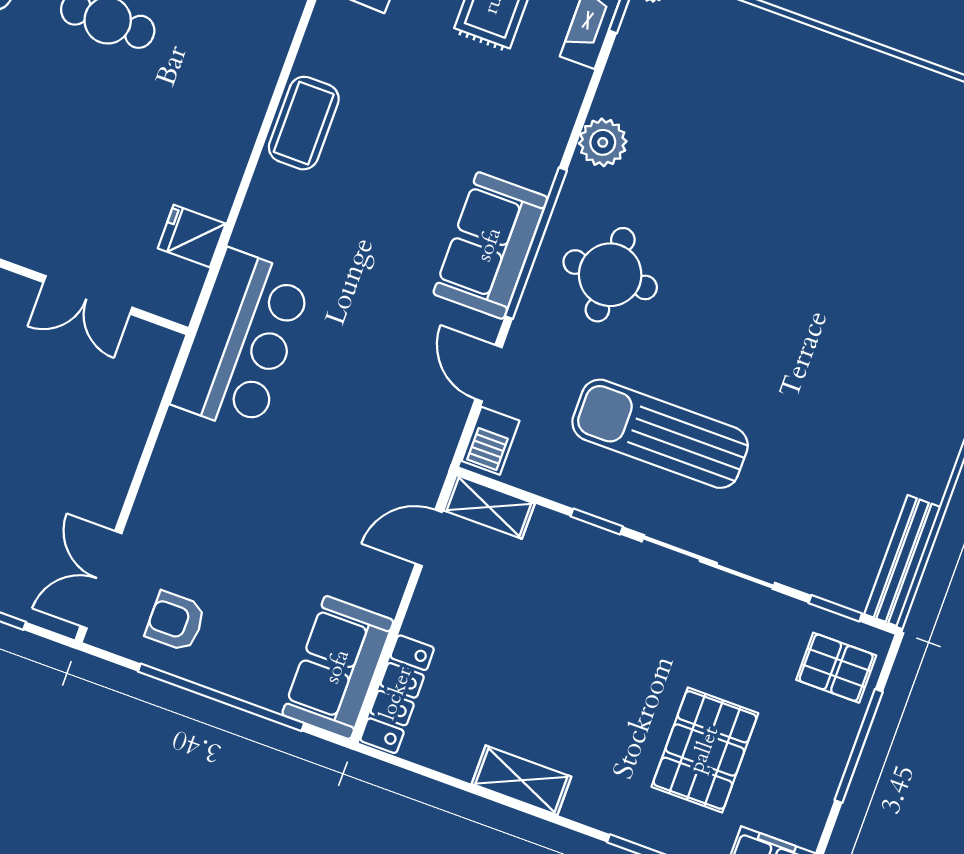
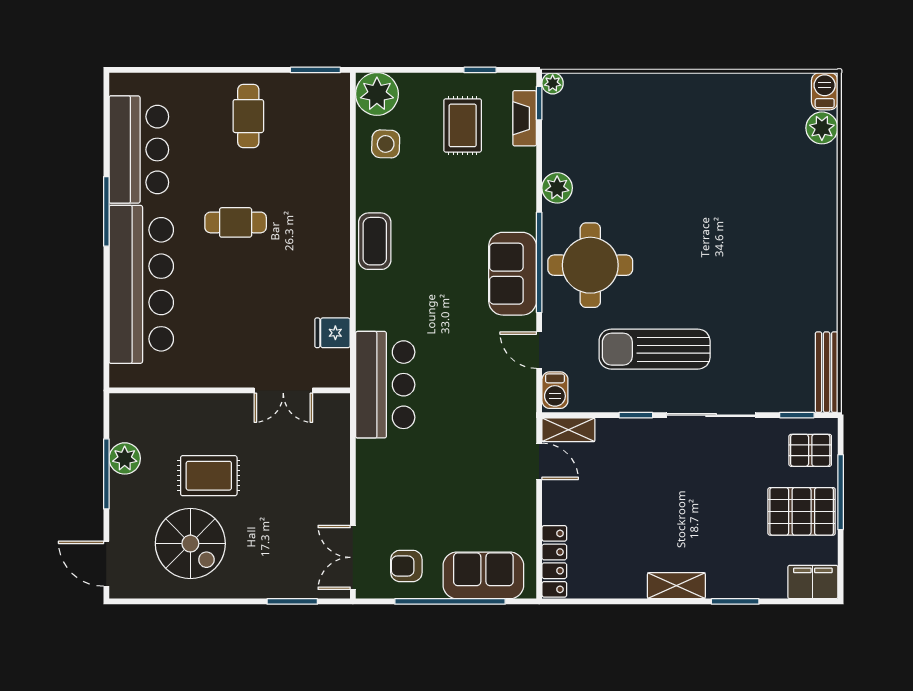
round table: (610, 275) -> (590, 265), width x1.36, depth x1.36
door: (429, 538) -> (539, 461), swing flipped
sofa: (338, 667) -> (483, 575), moved, turned 90
pallet: (705, 750) -> (802, 511), moved, turned 90
shelving: (521, 780) -> (676, 586), moved

